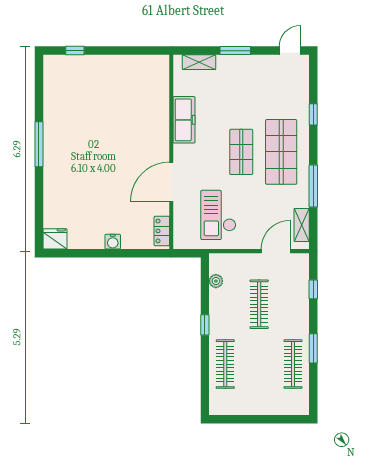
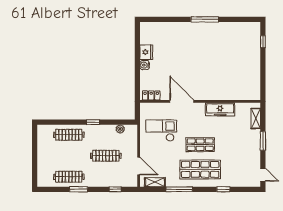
fridge: (55, 239) -> (146, 52), moved

